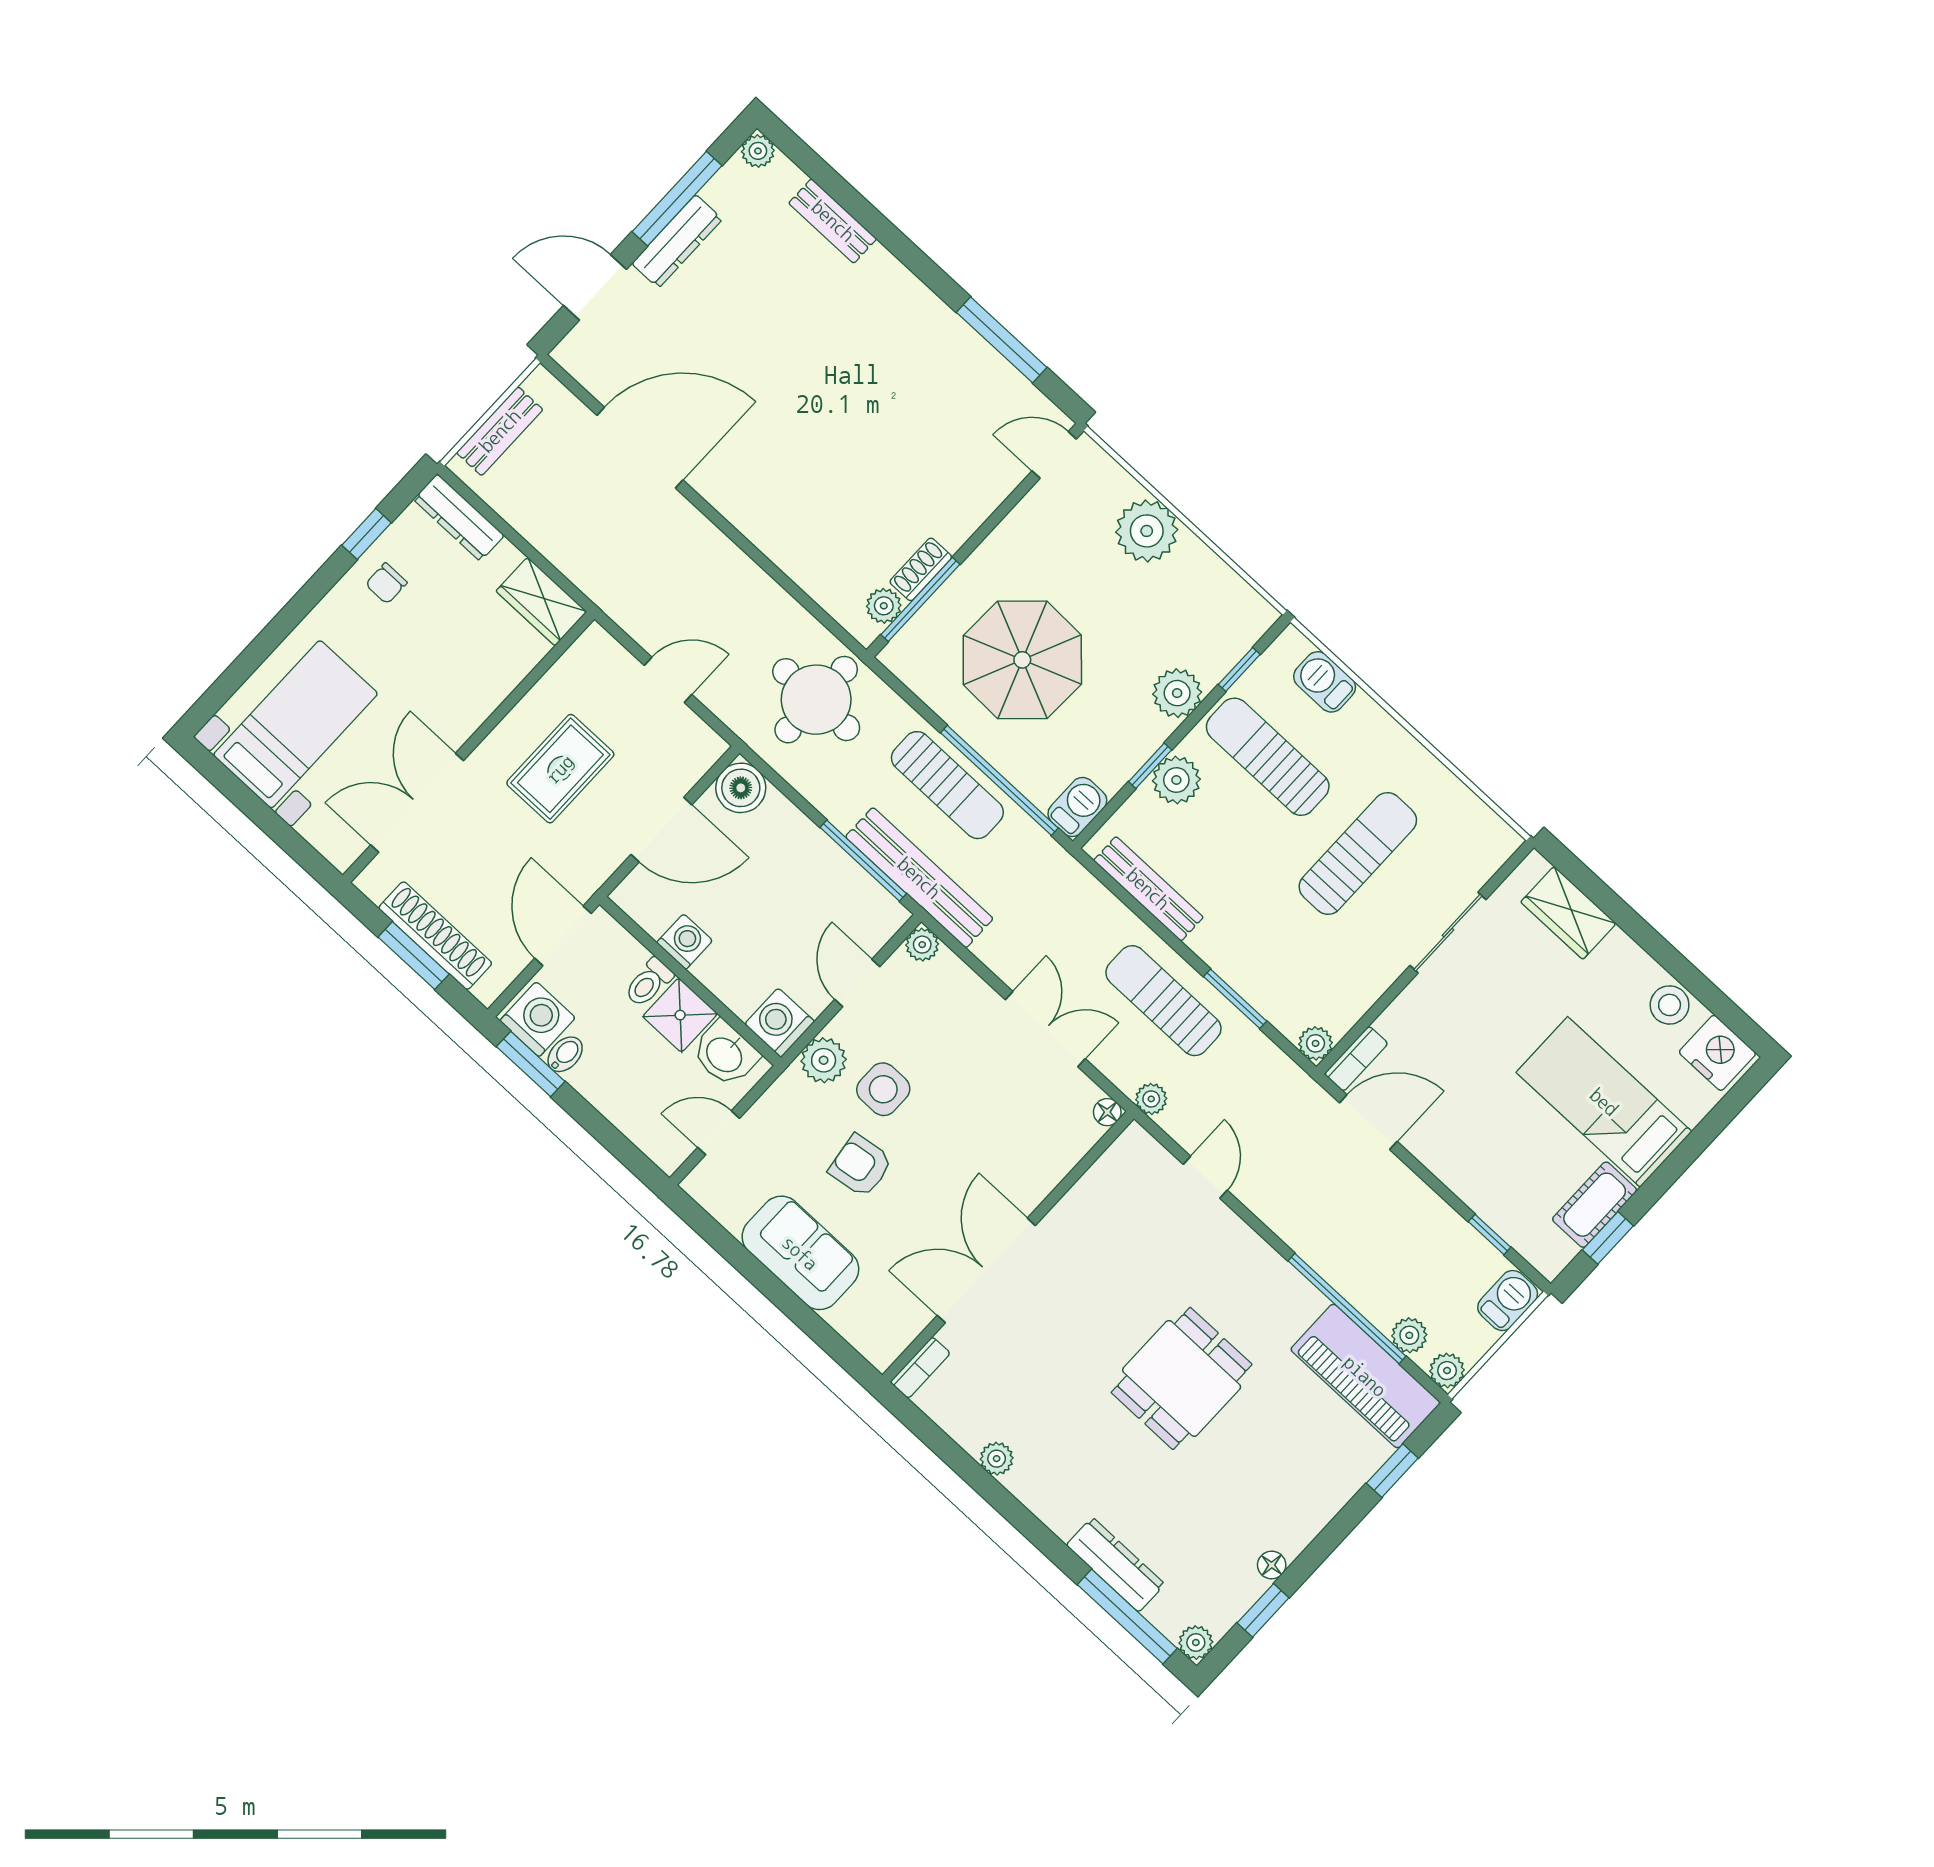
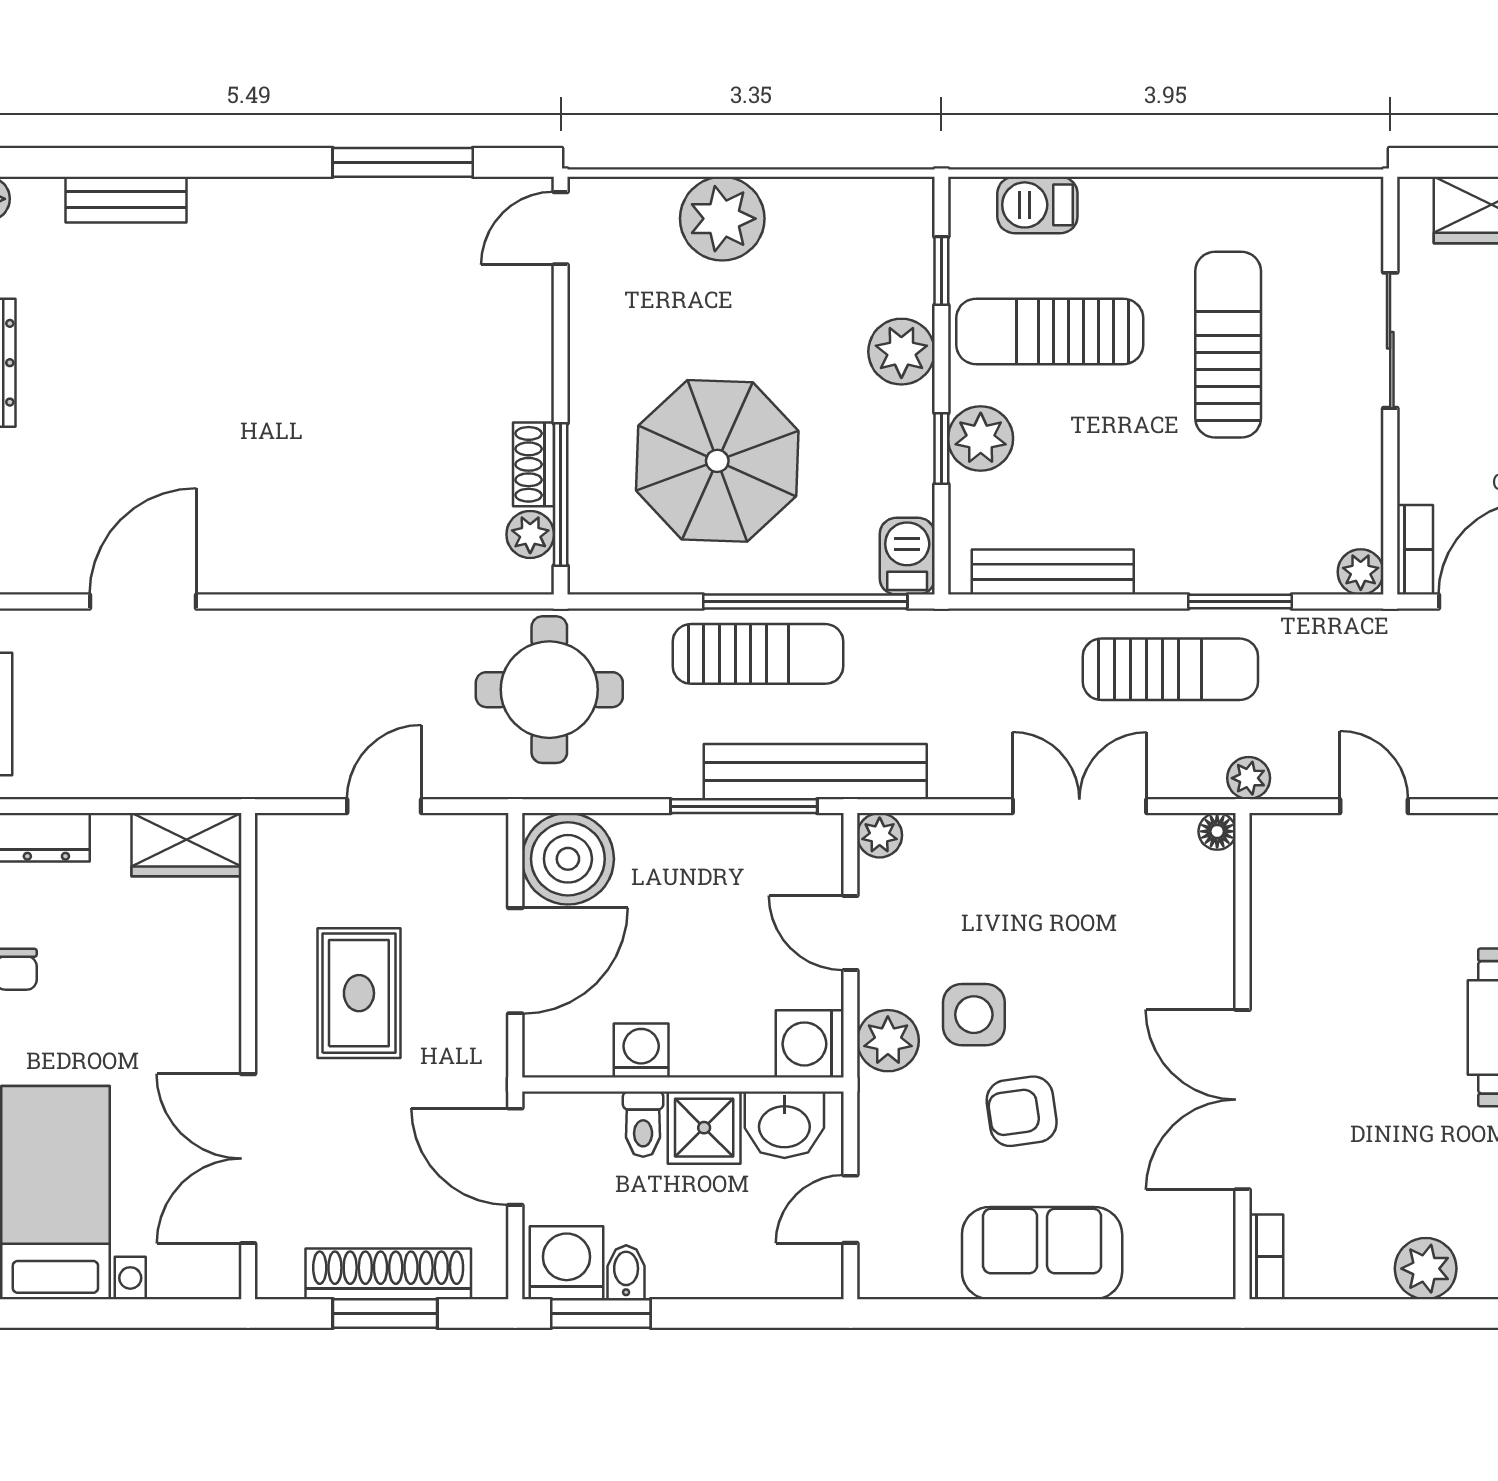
door: (640, 448) -> (143, 602), width x0.73
boiler: (741, 788) -> (568, 859), width x1.37, depth x1.37
sun lounger: (1163, 1001) -> (1170, 669), turned 180
plant: (997, 1459) -> (1426, 1269), width x1.38, depth x1.38

